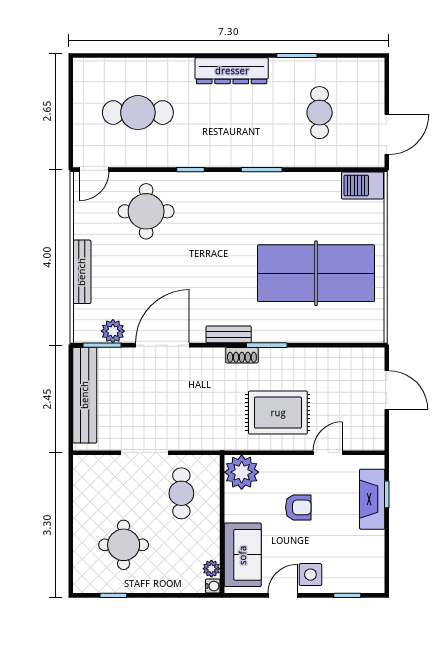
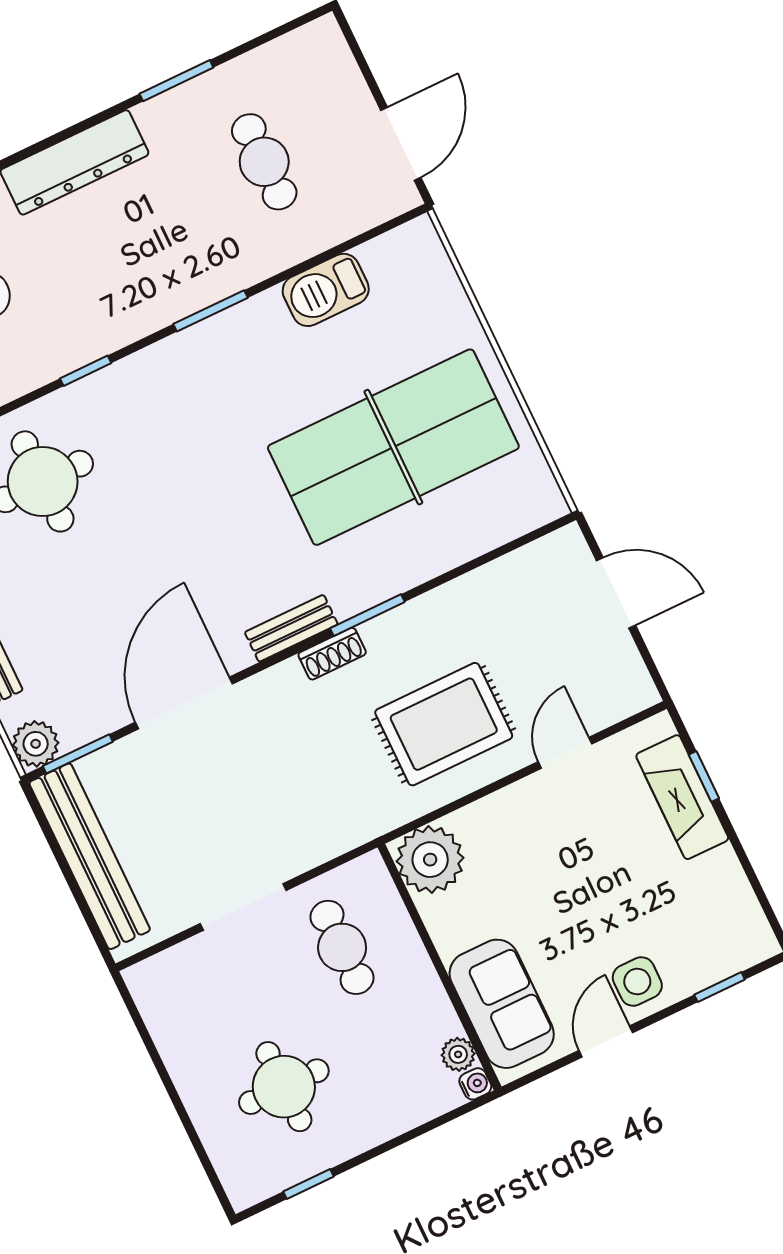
barbecue: (362, 185) -> (326, 290), moved
plant: (113, 331) -> (36, 744), moved
armchair: (298, 507) -> (559, 874), removed

